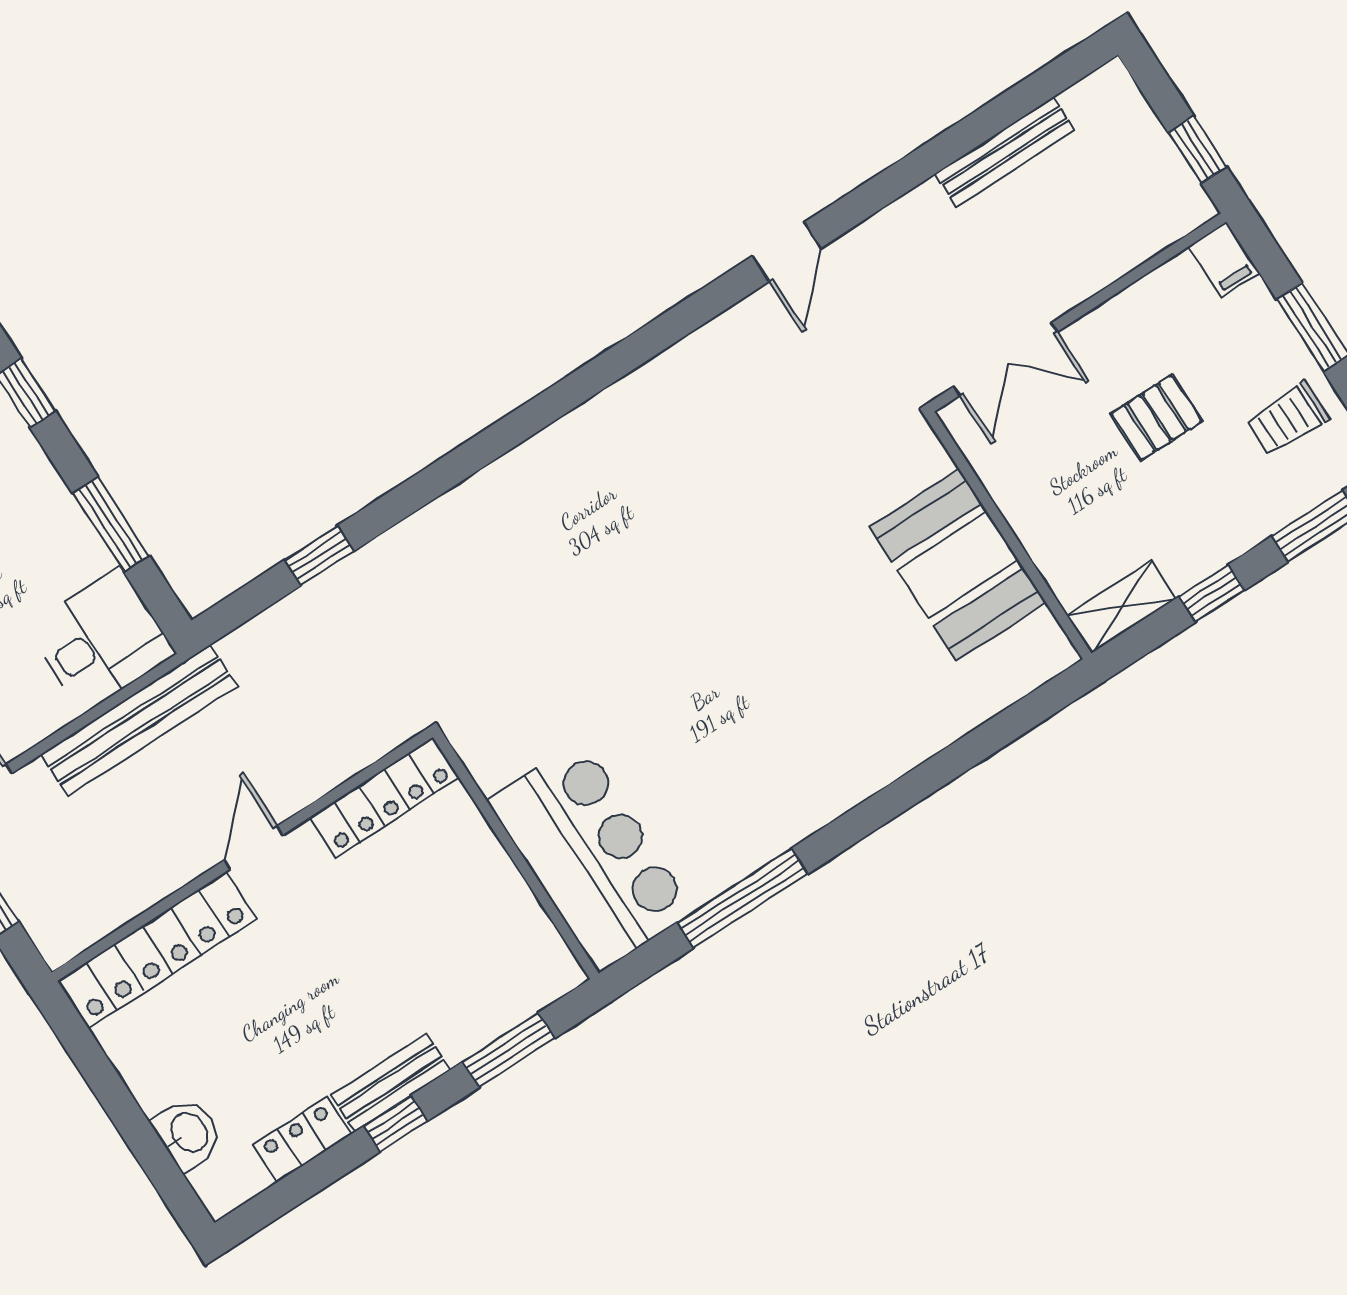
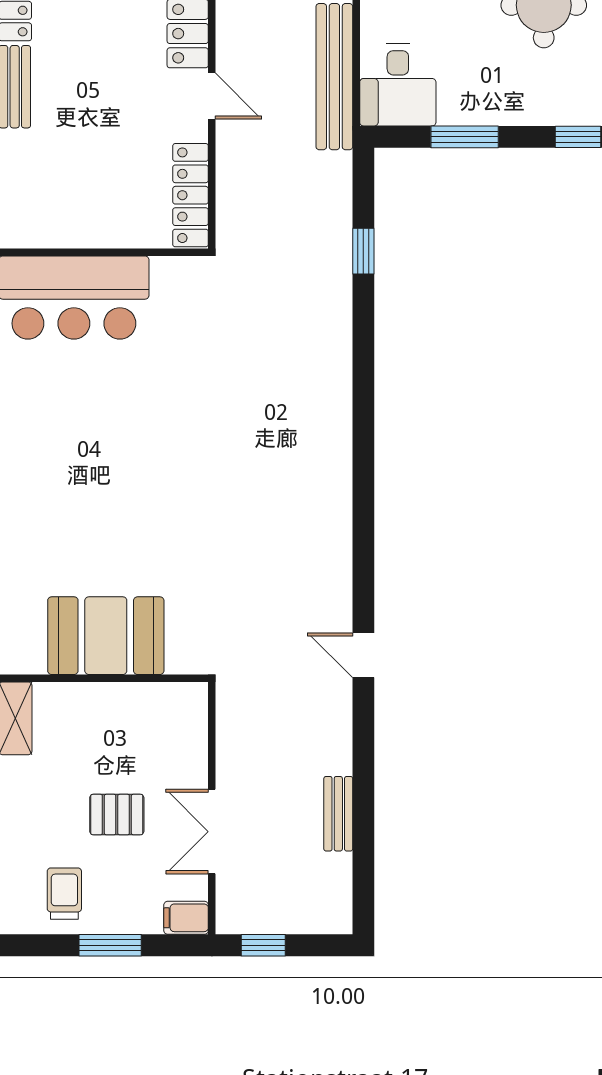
bench: (1005, 152) -> (338, 814), width x0.73
double door: (1006, 359) -> (212, 832), moved
pallet: (1156, 418) -> (117, 815), turned 90

